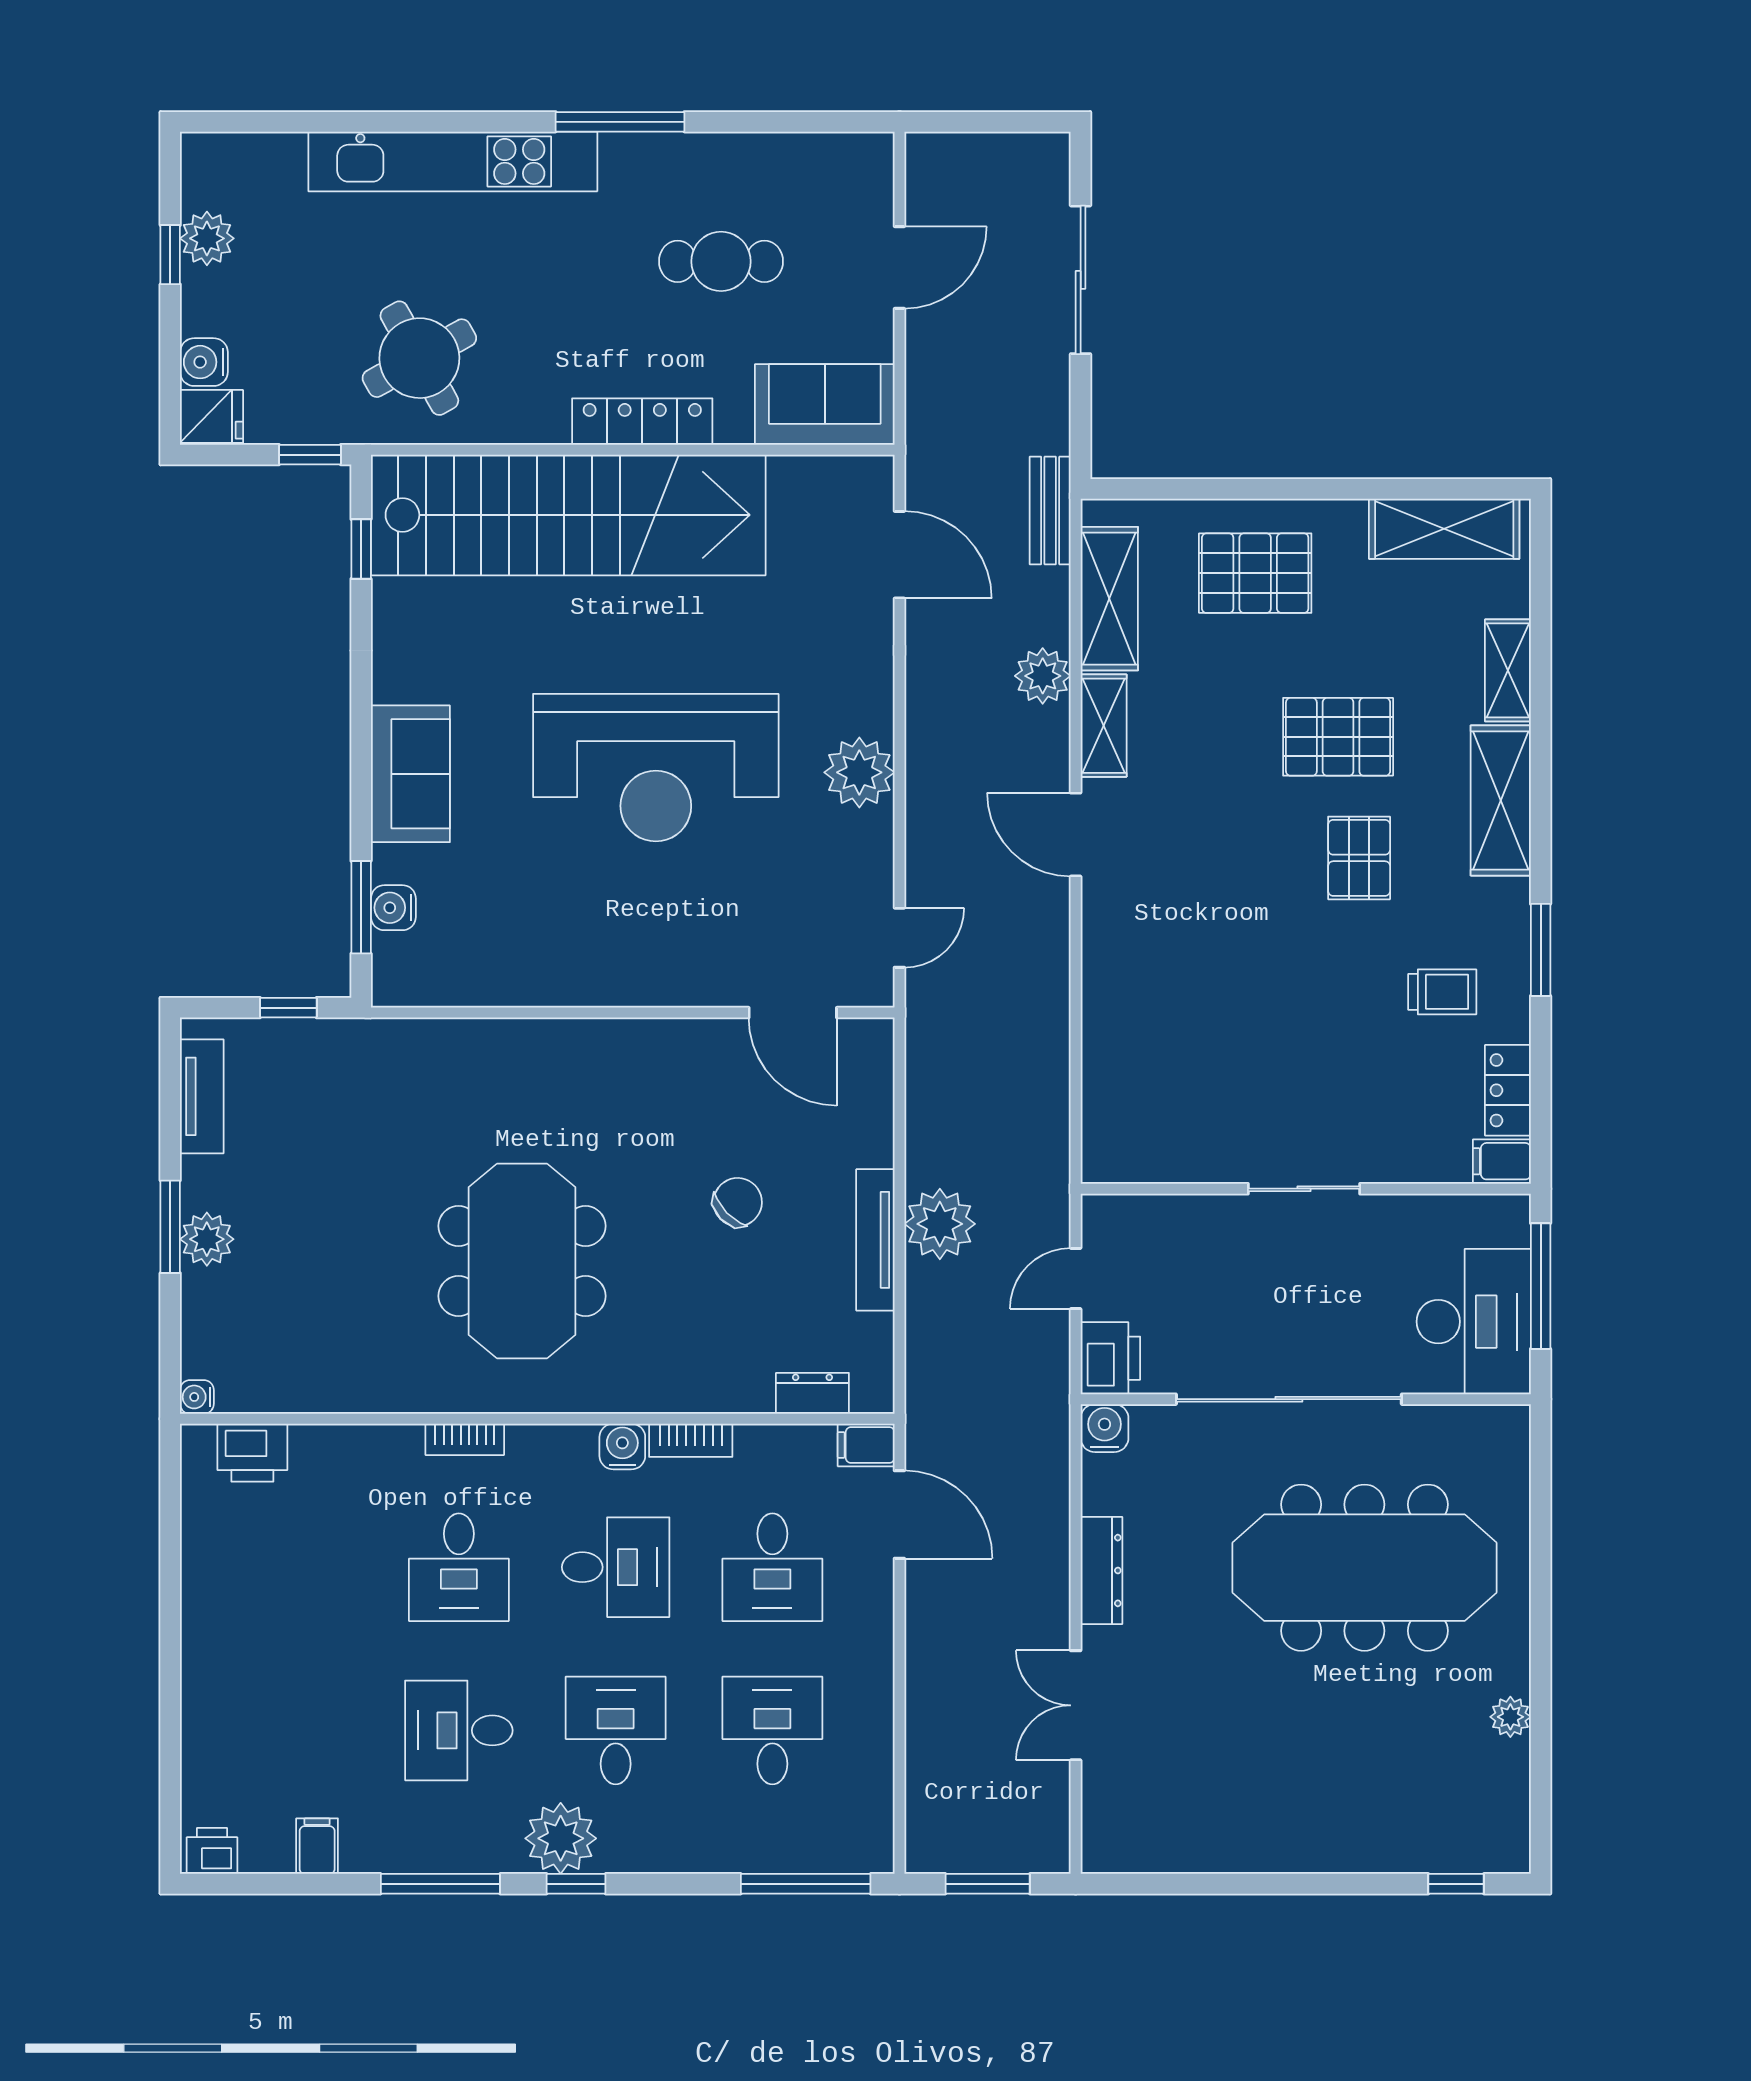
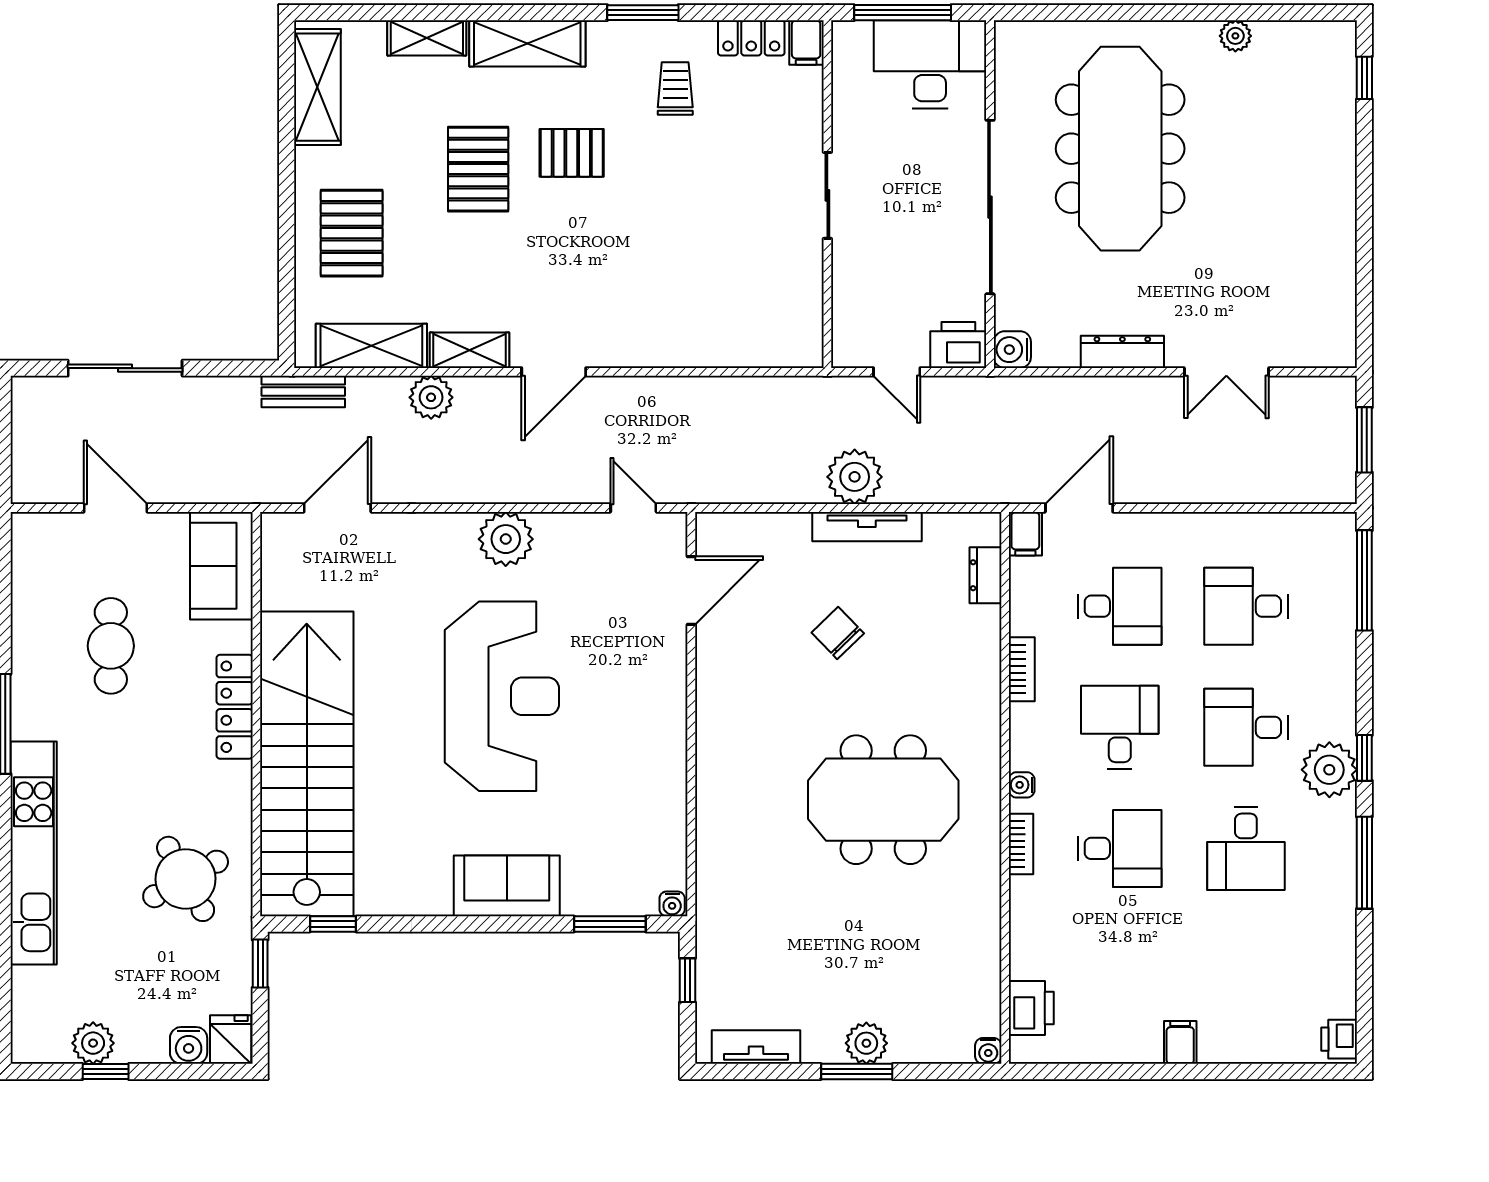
water cooler: (393, 908) -> (672, 904), moved, width x0.72, depth x0.72
water cooler: (622, 1447) -> (1022, 785), moved, width x0.72, depth x0.72
filing cabinet: (317, 1846) -> (1180, 1042), moved, turned 90

